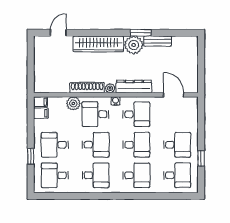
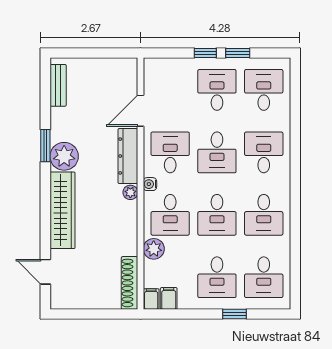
bench: (158, 41) -> (58, 85), moved
shoe rack: (87, 88) -> (130, 283), moved
door: (174, 95) -> (140, 111), moved
window: (201, 137) -> (205, 53), added
desk: (96, 145) -> (217, 215), turned 180
desk: (136, 145) -> (217, 152), turned 180
desk: (96, 175) -> (264, 215), turned 180

